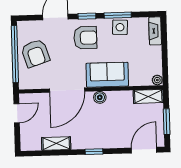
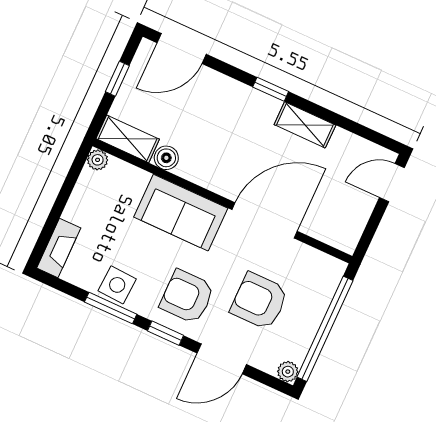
plant: (22, 26) -> (288, 372), added
armchair: (35, 53) -> (259, 301), moved, turned -72
boiler: (100, 97) -> (166, 158), moved
door: (17, 113) -> (392, 183), moved
window: (167, 122) -> (117, 79), width x0.67
shelving: (56, 143) -> (305, 125), moved

